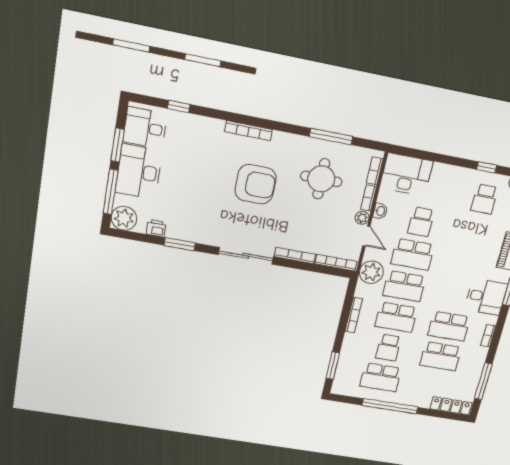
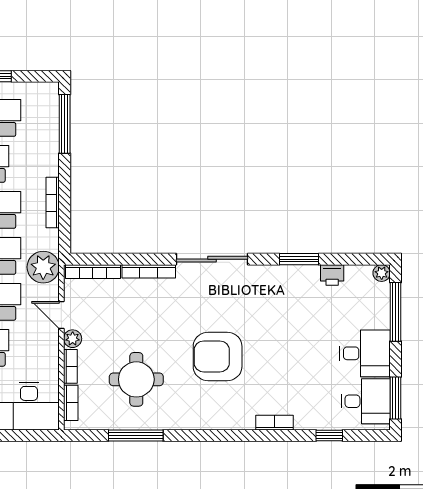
bookcase: (248, 131) -> (275, 423), moved, width x0.64
window: (118, 145) -> (396, 398), moved
desk: (139, 172) -> (365, 353), width x0.73
washbasin: (380, 211) -> (51, 352), removed
plant: (124, 218) -> (382, 273), width x0.53, depth x0.53
window: (333, 366) -> (65, 124), width x1.44

